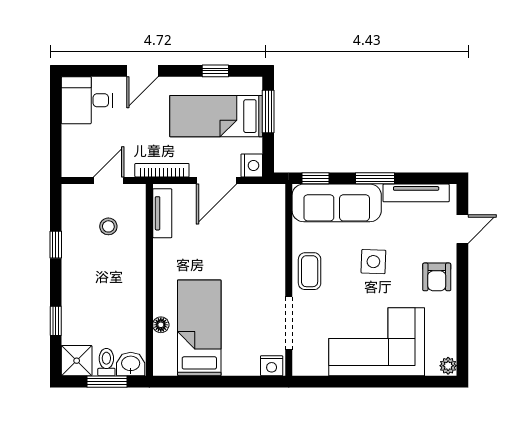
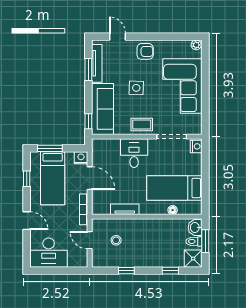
desk: (87, 100) -> (49, 253), width x1.37
window: (375, 178) -> (88, 70), moved
tv unit: (162, 213) -> (125, 209), moved
desk: (260, 258) -> (134, 153), added

